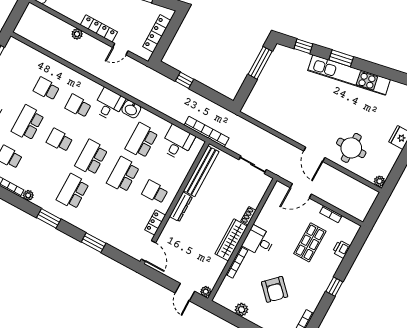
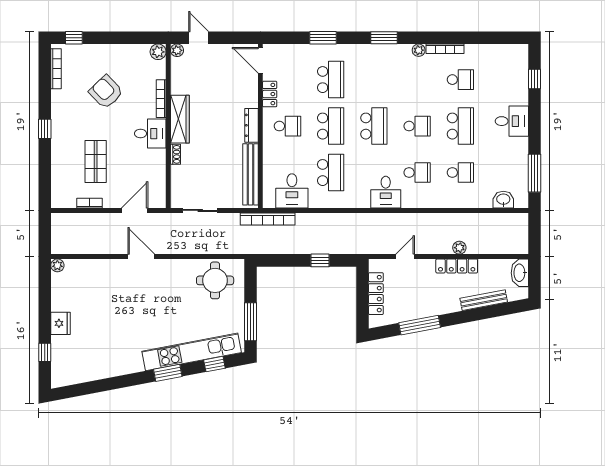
locker: (99, 28) -> (457, 266), moved
kitchen unit: (349, 75) -> (192, 352), moved
washbasin: (131, 109) -> (503, 200), moved
round table: (351, 148) -> (215, 280), moved
school desk: (73, 192) -> (331, 80), moved
printer: (341, 249) -> (59, 172), removed
plant: (241, 310) -> (158, 52), moved

